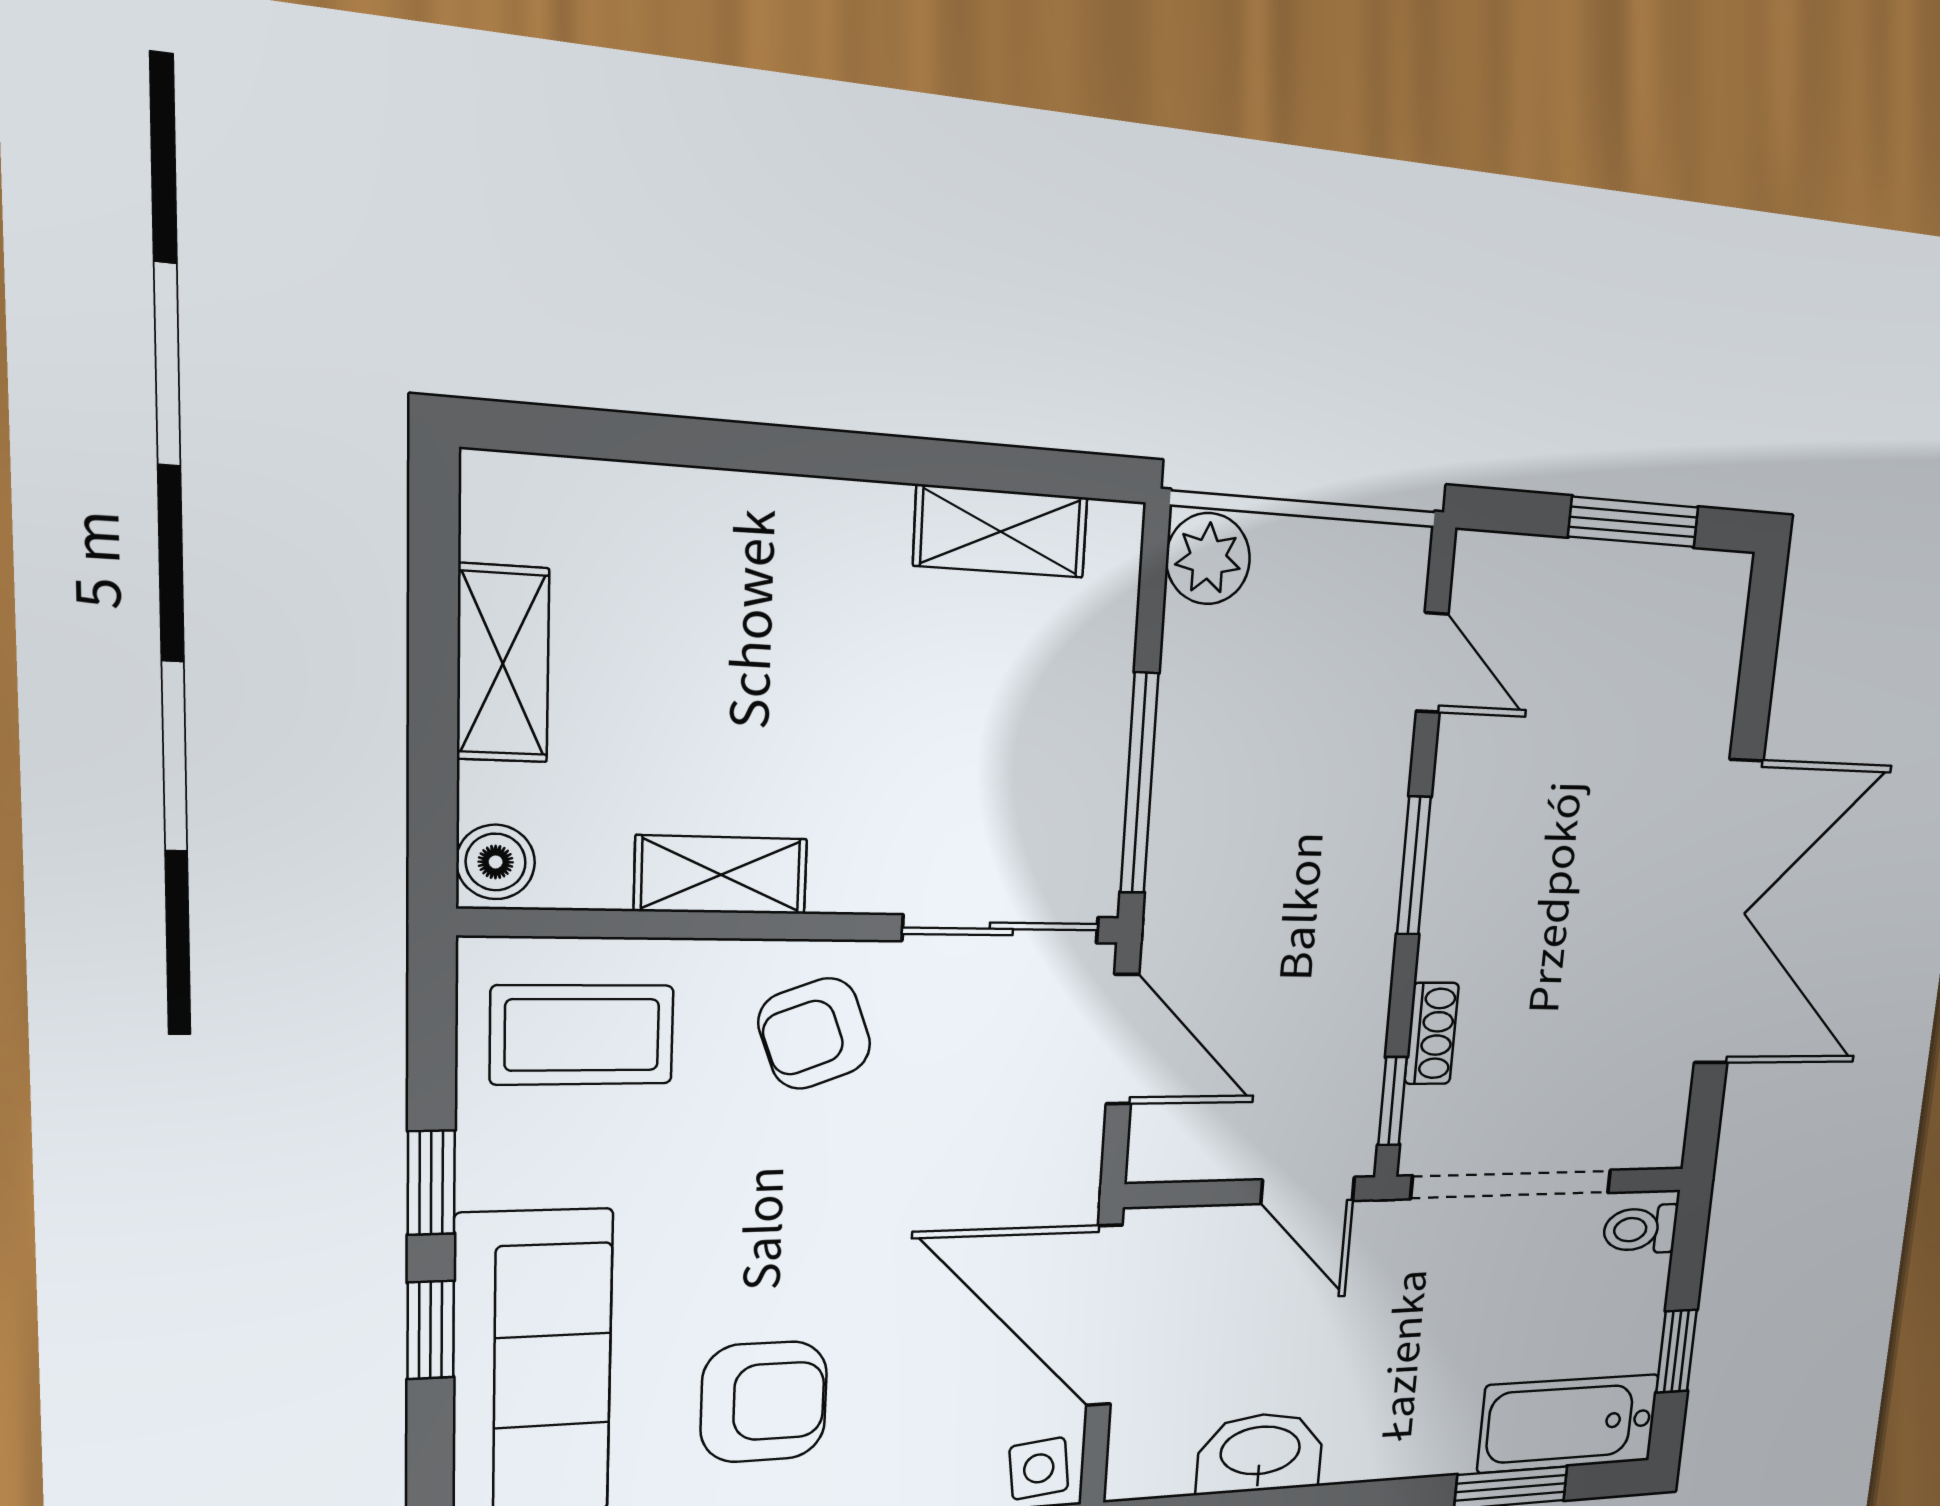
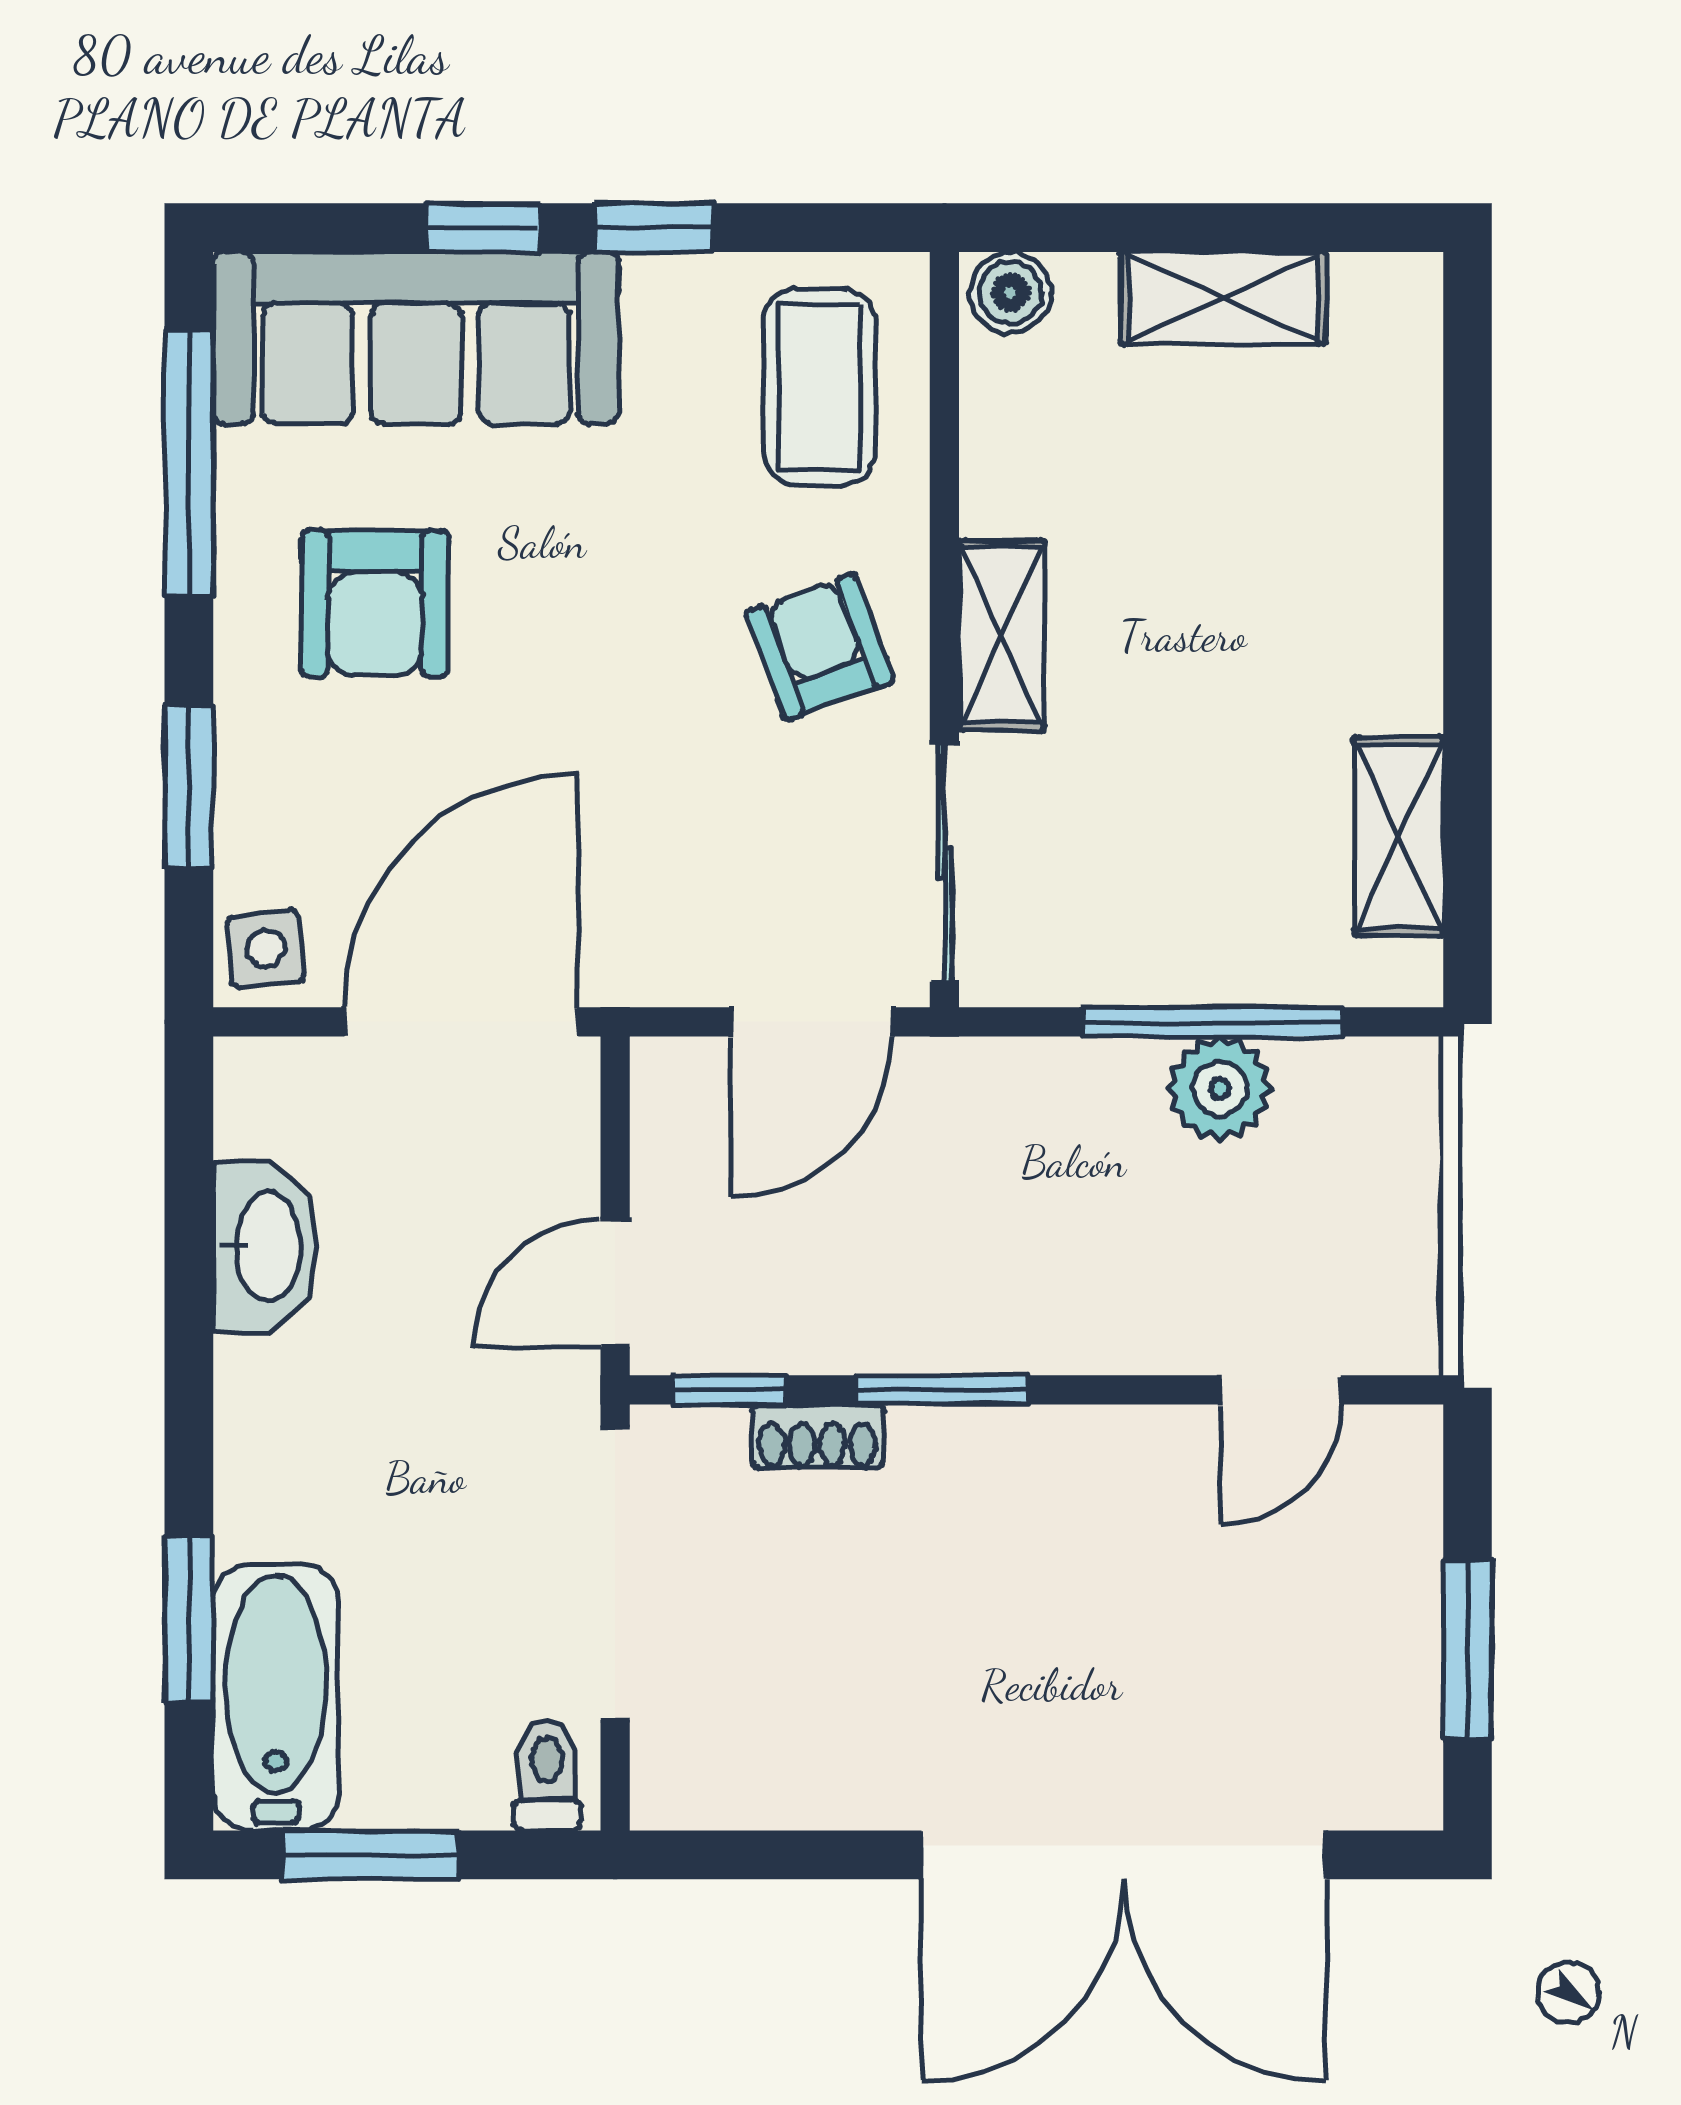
plant: (1208, 559) -> (1220, 1088), moved
window: (1139, 783) -> (1212, 1022), moved
window: (1414, 866) -> (942, 1390), moved
shelving: (721, 875) -> (1002, 635), moved
double door: (1728, 913) -> (1124, 1855), moved
window: (1676, 1351) -> (370, 1855), width x1.50

